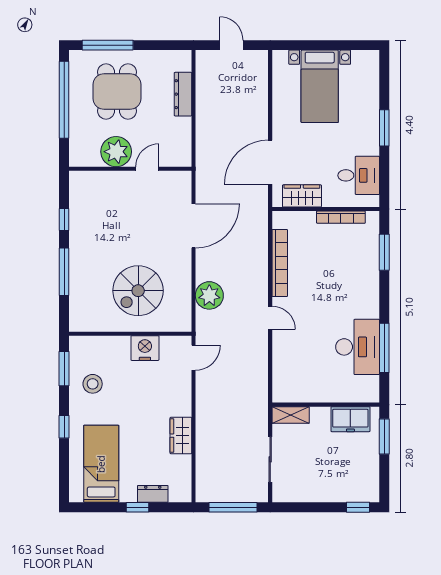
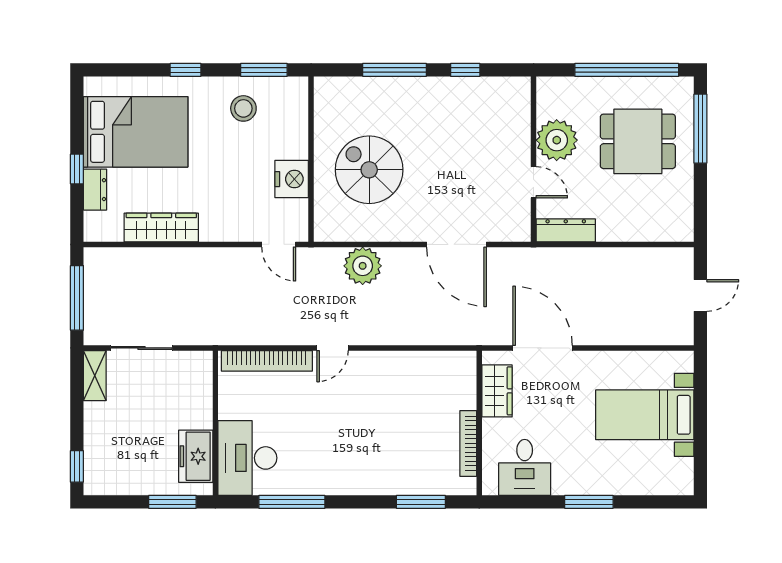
dresser: (183, 94) -> (566, 230), moved
bookcase: (280, 263) -> (267, 361), moved
desk: (358, 347) -> (247, 458), moved, turned 90
shelving: (291, 415) -> (95, 376), moved
wardrobe: (181, 436) -> (161, 228), width x1.50
bed: (101, 464) -> (136, 132), width x1.50

